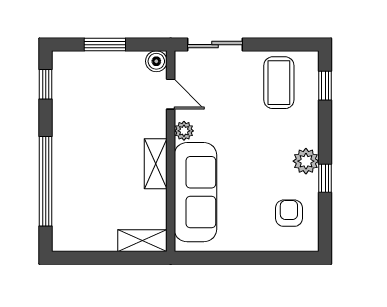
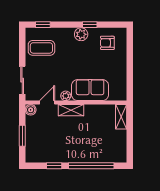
window: (46, 84) -> (54, 166), moved
shelving: (156, 164) -> (71, 110), moved
sofa: (195, 192) -> (90, 90), width x0.73

